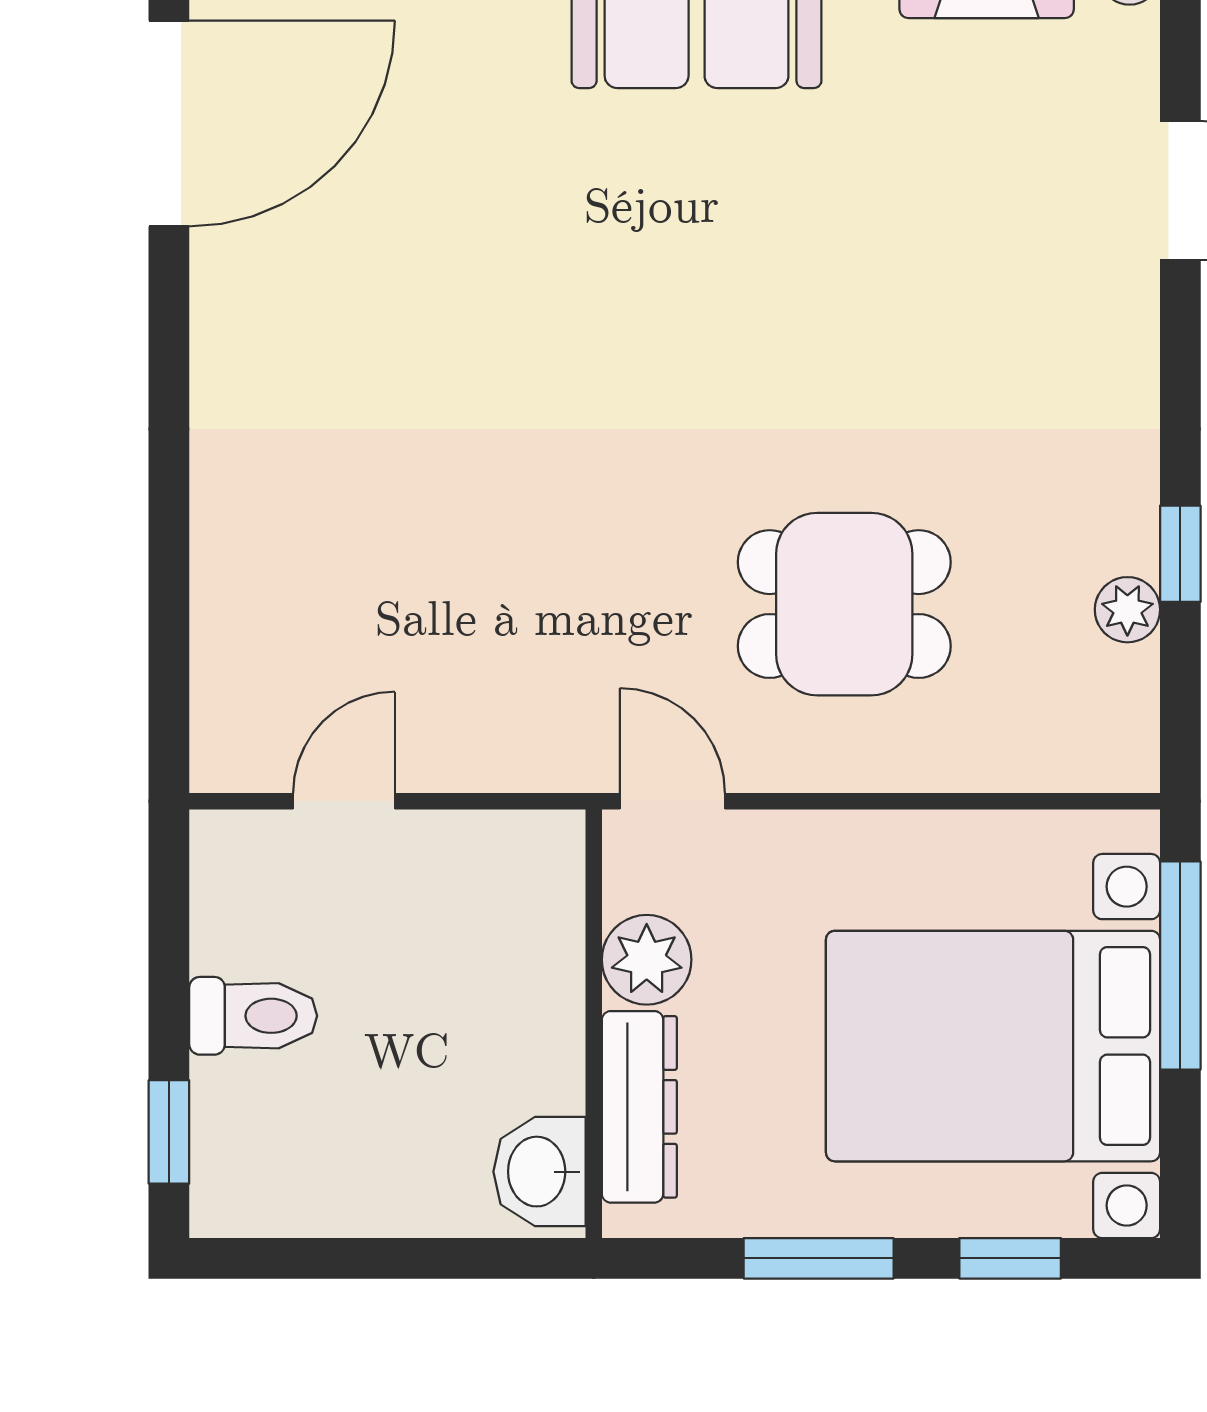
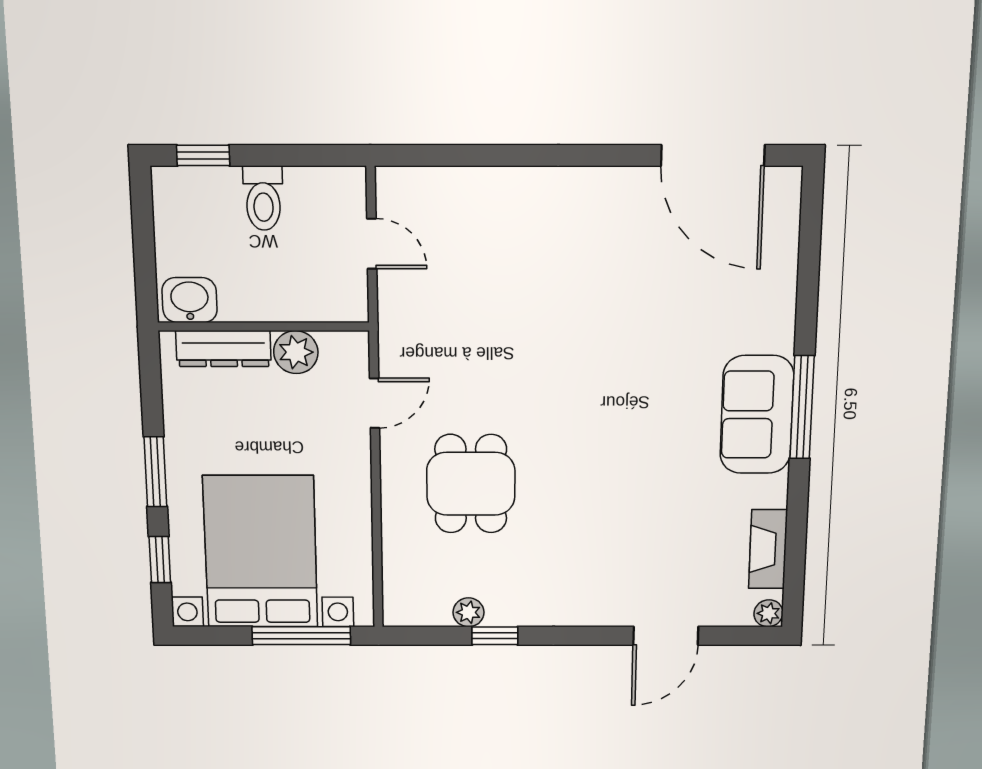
plant: (647, 960) -> (296, 352), moved
wall: (594, 1024) -> (264, 327), moved
dresser: (639, 1107) -> (223, 349), moved
washbasin: (539, 1172) -> (190, 300), moved

